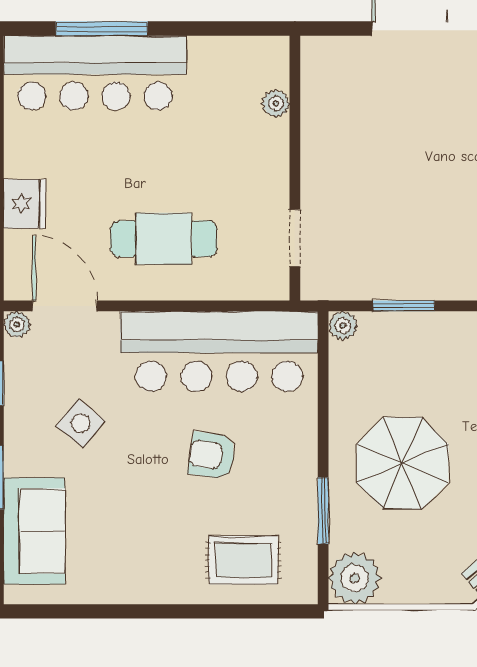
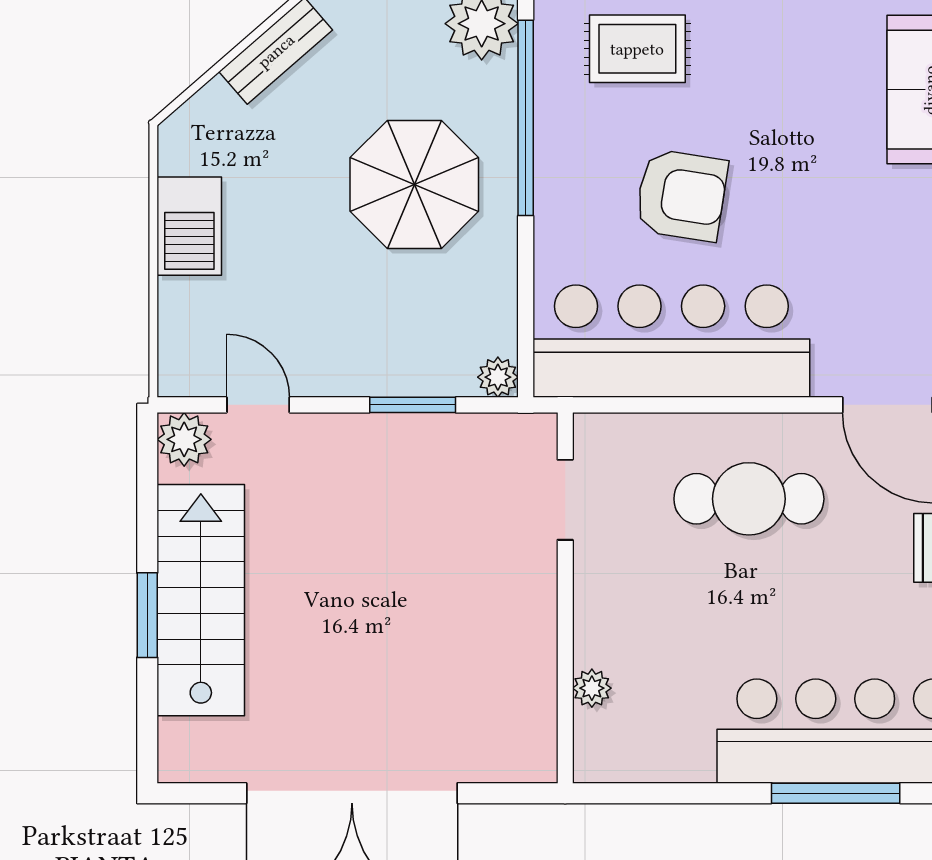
side table: (81, 424) -> (865, 240), removed
armchair: (212, 456) -> (681, 195), width x1.38, depth x1.38
window: (323, 511) -> (526, 118), width x2.11

